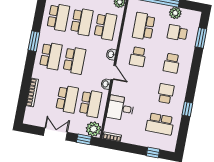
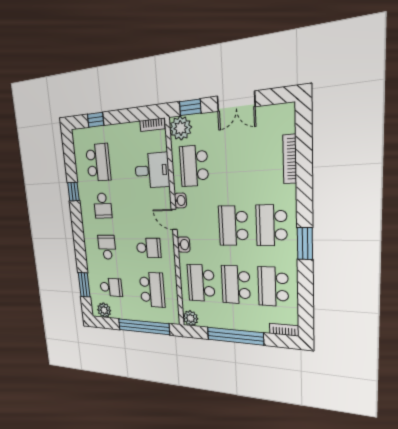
plant: (175, 13) -> (104, 310), moved
school desk: (138, 57) -> (149, 248), turned 90
school desk: (67, 99) -> (230, 163), removed
school desk: (160, 124) -> (98, 163), turned 90

